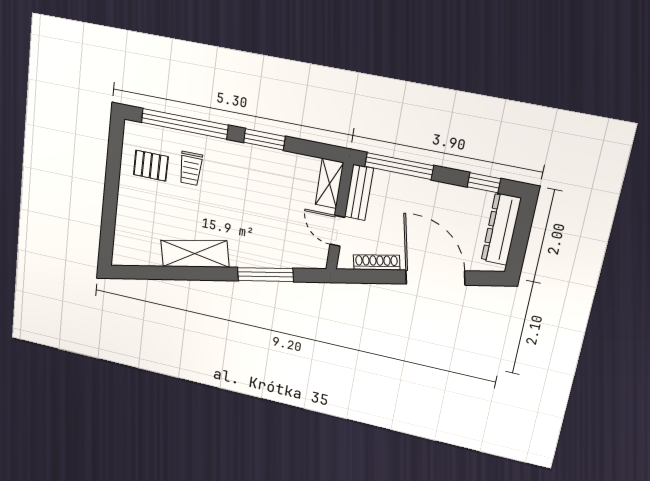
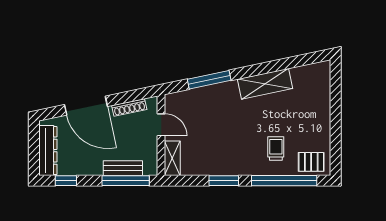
pallet: (151, 166) -> (311, 162), moved
bench: (359, 193) -> (123, 168), moved, turned 90

